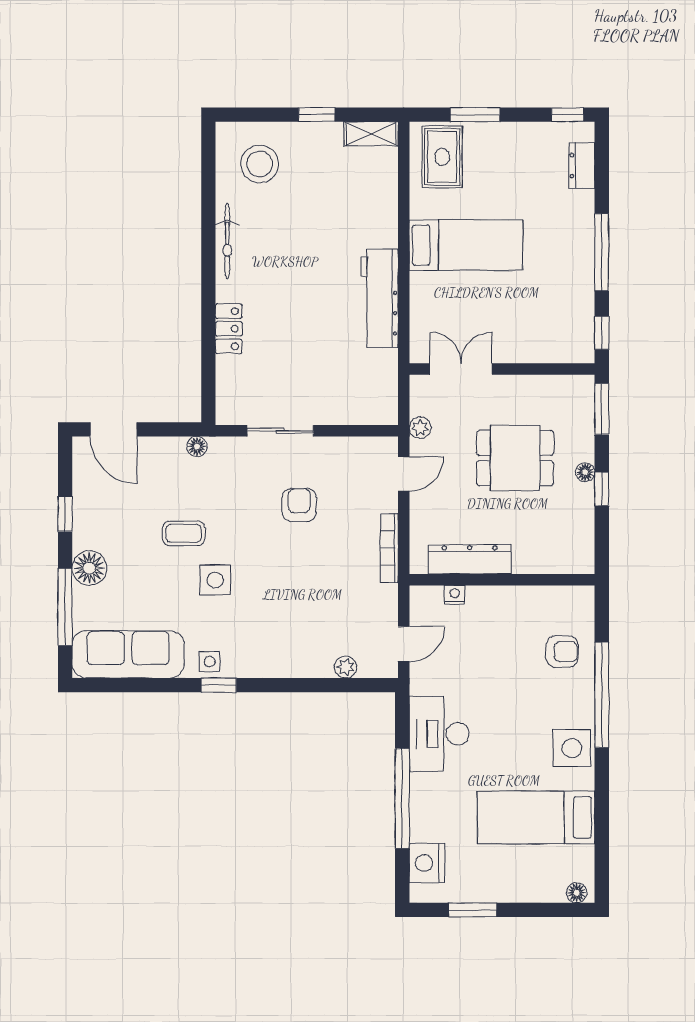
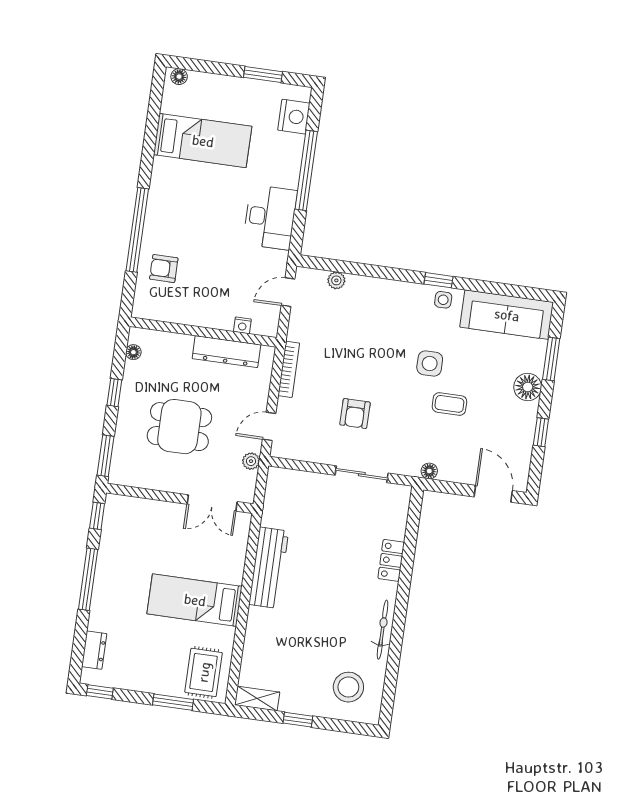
floor lamp: (585, 472) -> (133, 352), moved
window: (65, 607) -> (551, 359), width x0.69
side table: (572, 748) -> (167, 191), removed

